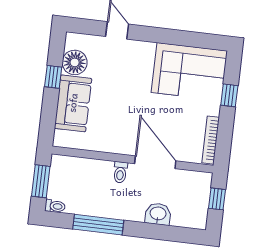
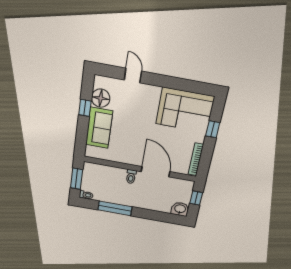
washbasin: (158, 214) -> (180, 209), moved

